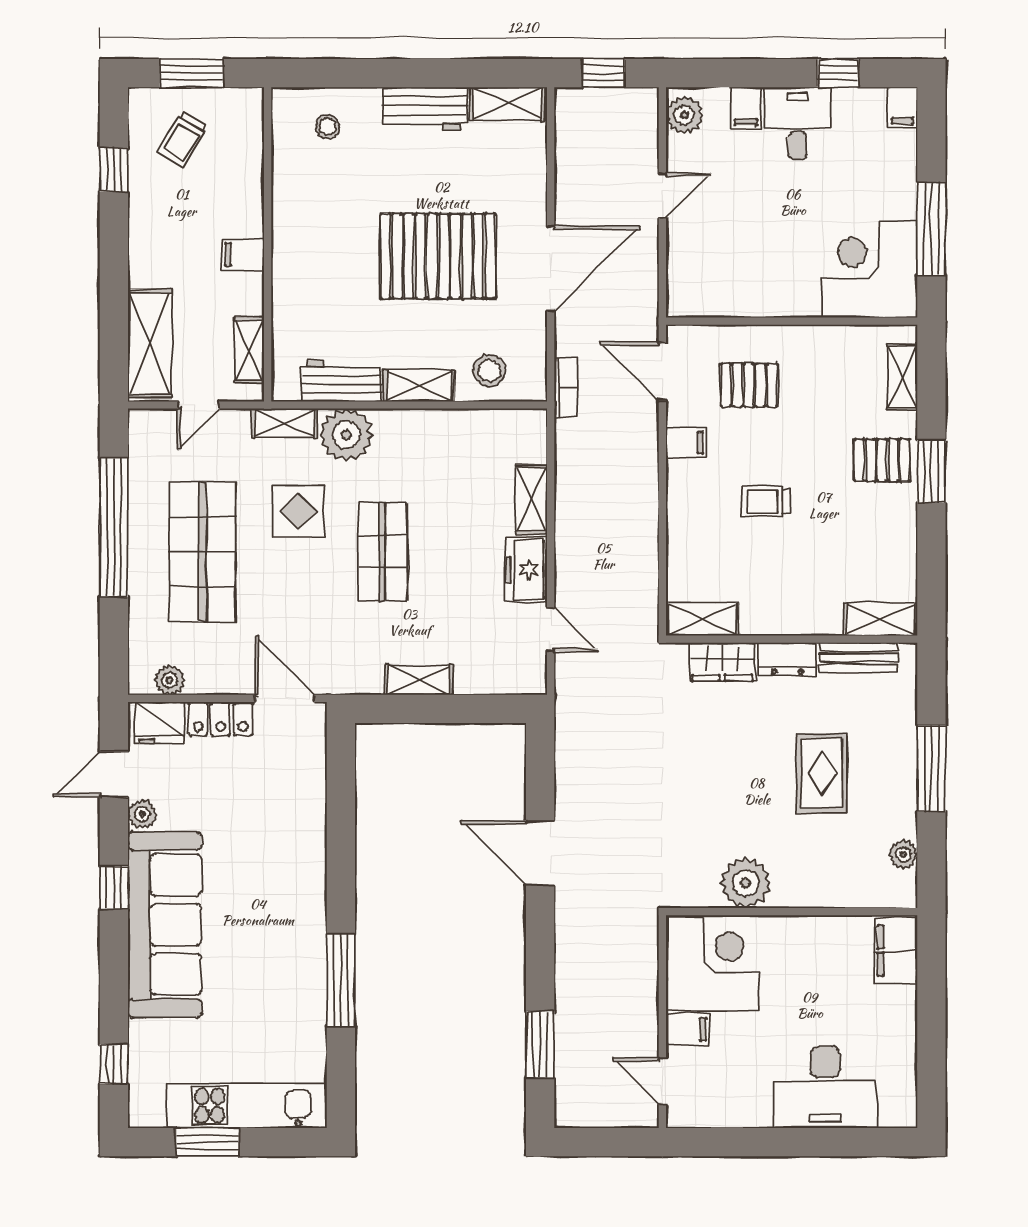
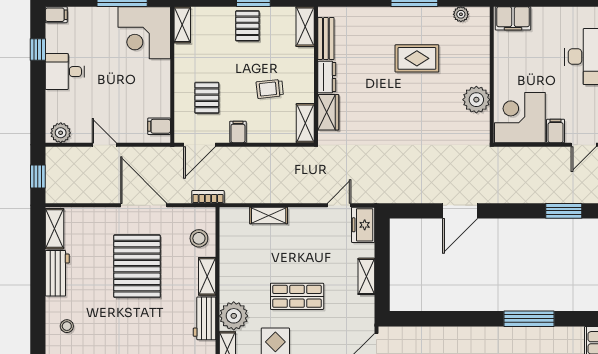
filing cabinet: (746, 108) -> (159, 126), moved, turned 180
shelving: (902, 377) -> (182, 25), moved, turned 90
trolley: (765, 501) -> (270, 89), turned 84
freezer: (526, 570) -> (363, 225), moved, turned 90
shelving: (702, 619) -> (305, 123), moved
shelving: (881, 619) -> (305, 27), moved
wall: (792, 639) -> (316, 75), moved
bench: (858, 657) -> (326, 38), moved
dresser: (787, 659) -> (327, 77), moved
wardrobe: (722, 662) -> (328, 112), moved

